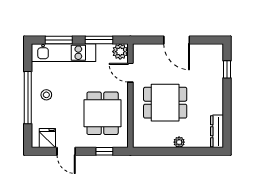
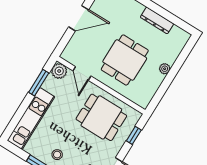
window: (59, 40) -> (18, 116), removed
door: (130, 73) -> (82, 73), hinge flipped
dresser: (217, 131) -> (157, 20), moved

